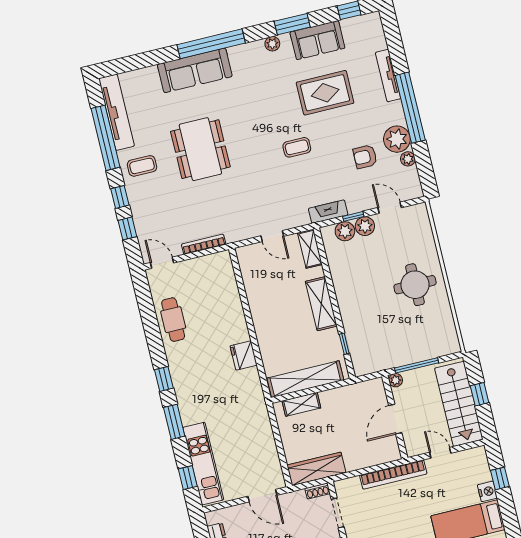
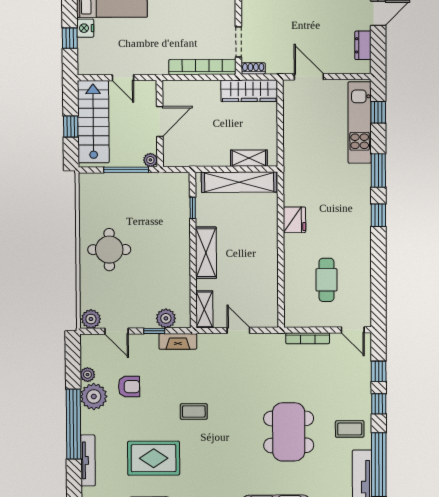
plant: (365, 226) -> (91, 319), moved
cafe table: (173, 320) -> (326, 280), moved
bookcase: (393, 474) -> (202, 67), moved

